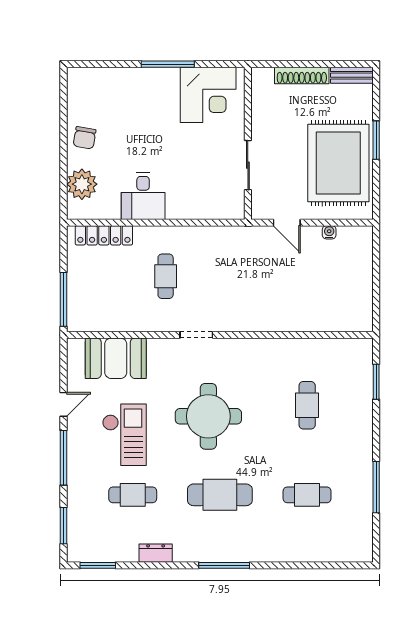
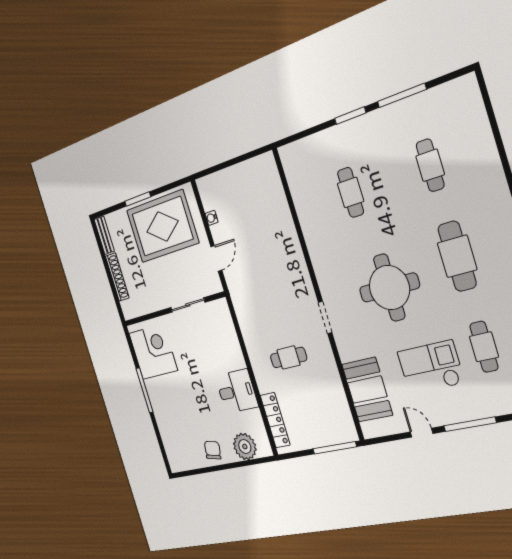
chair: (85, 138) -> (213, 450), turned -89
window: (376, 382) -> (350, 116), moved
cafe table: (307, 405) -> (351, 192), turned 90

